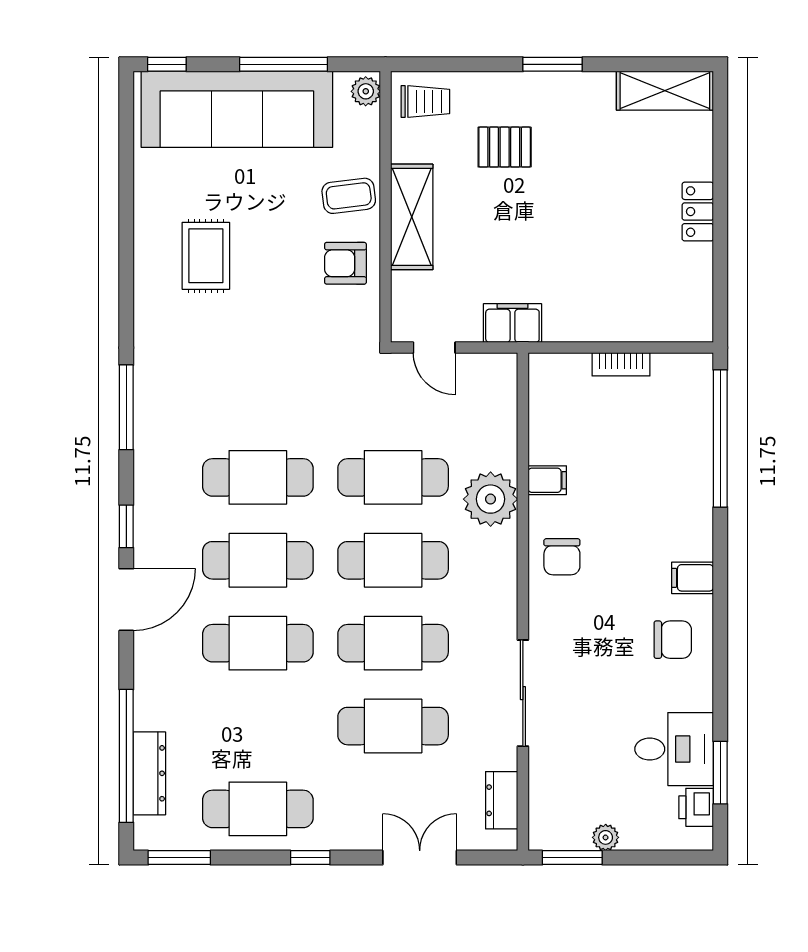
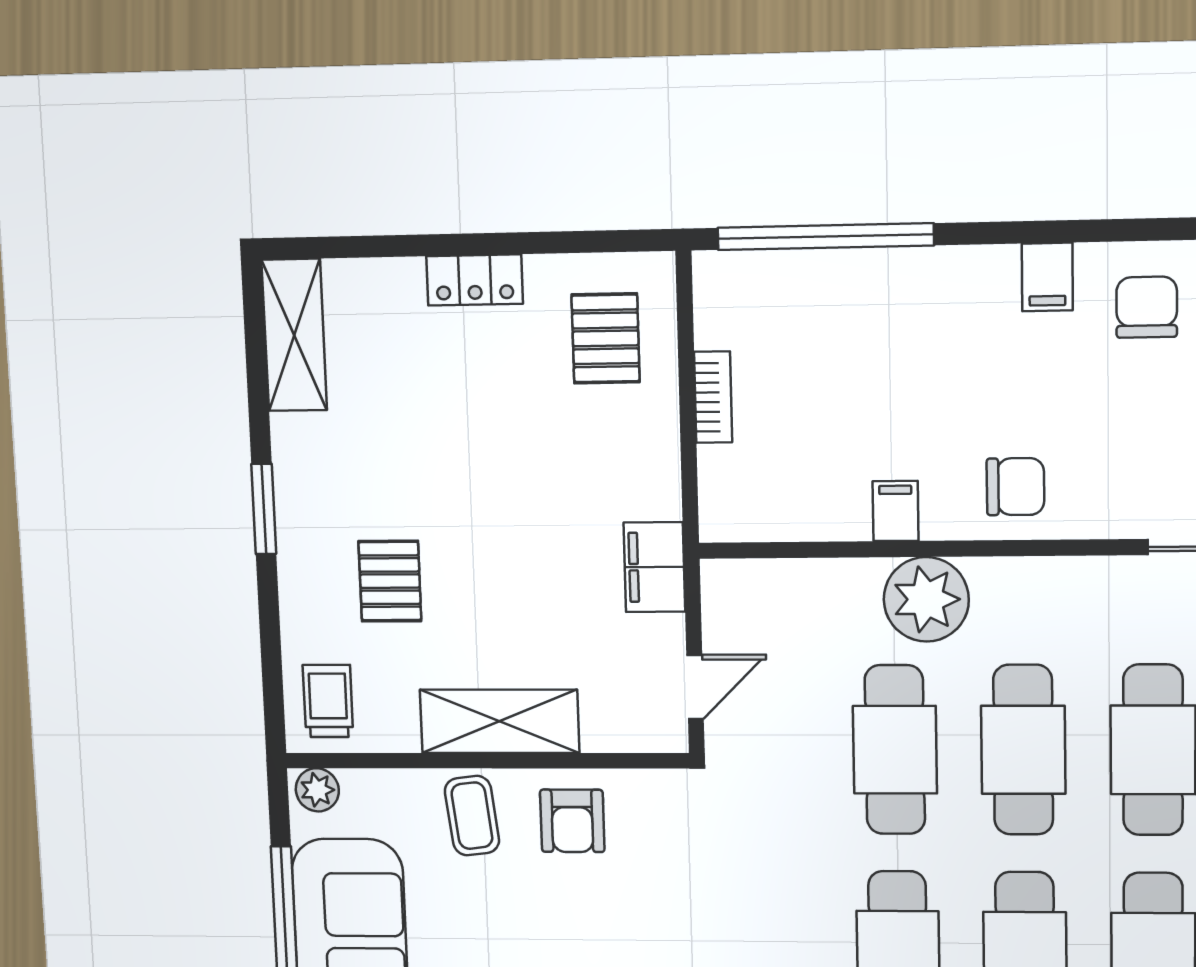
pallet: (659, 296) -> (606, 338), added

